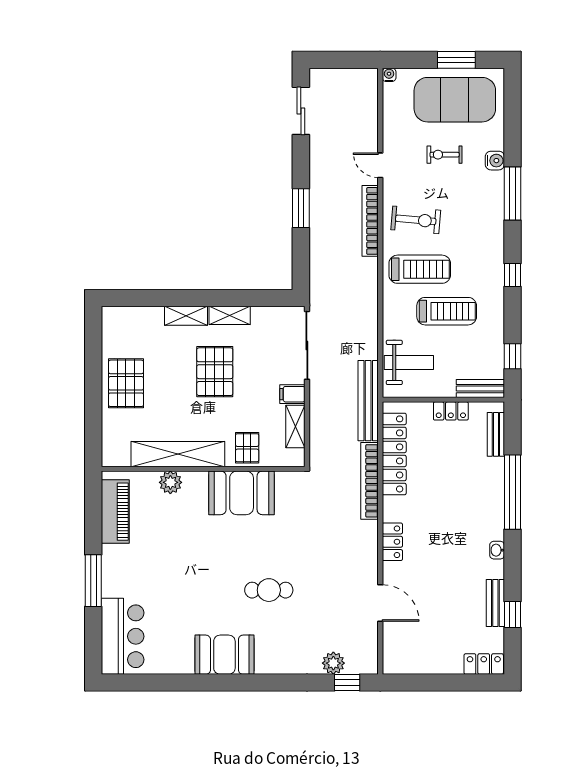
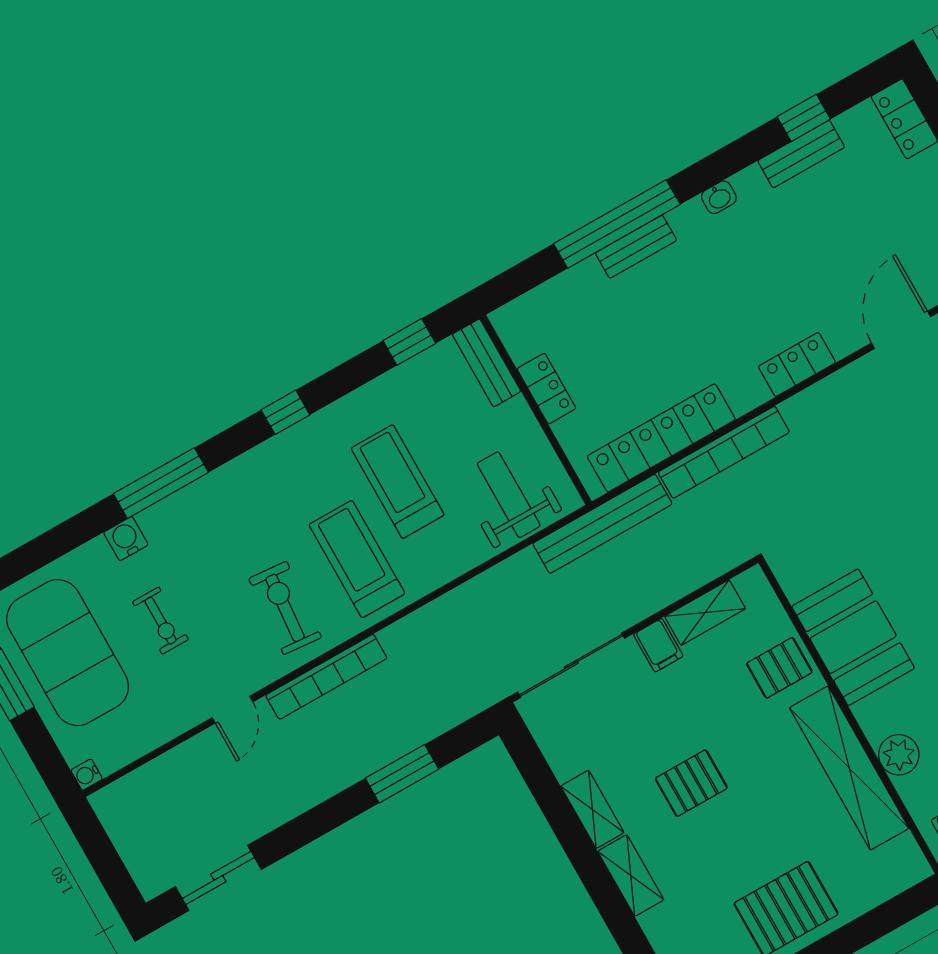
window: (301, 208) -> (402, 774), moved
pallet: (215, 372) -> (691, 783), width x0.67, depth x0.71
bench: (496, 434) -> (636, 247), moved

